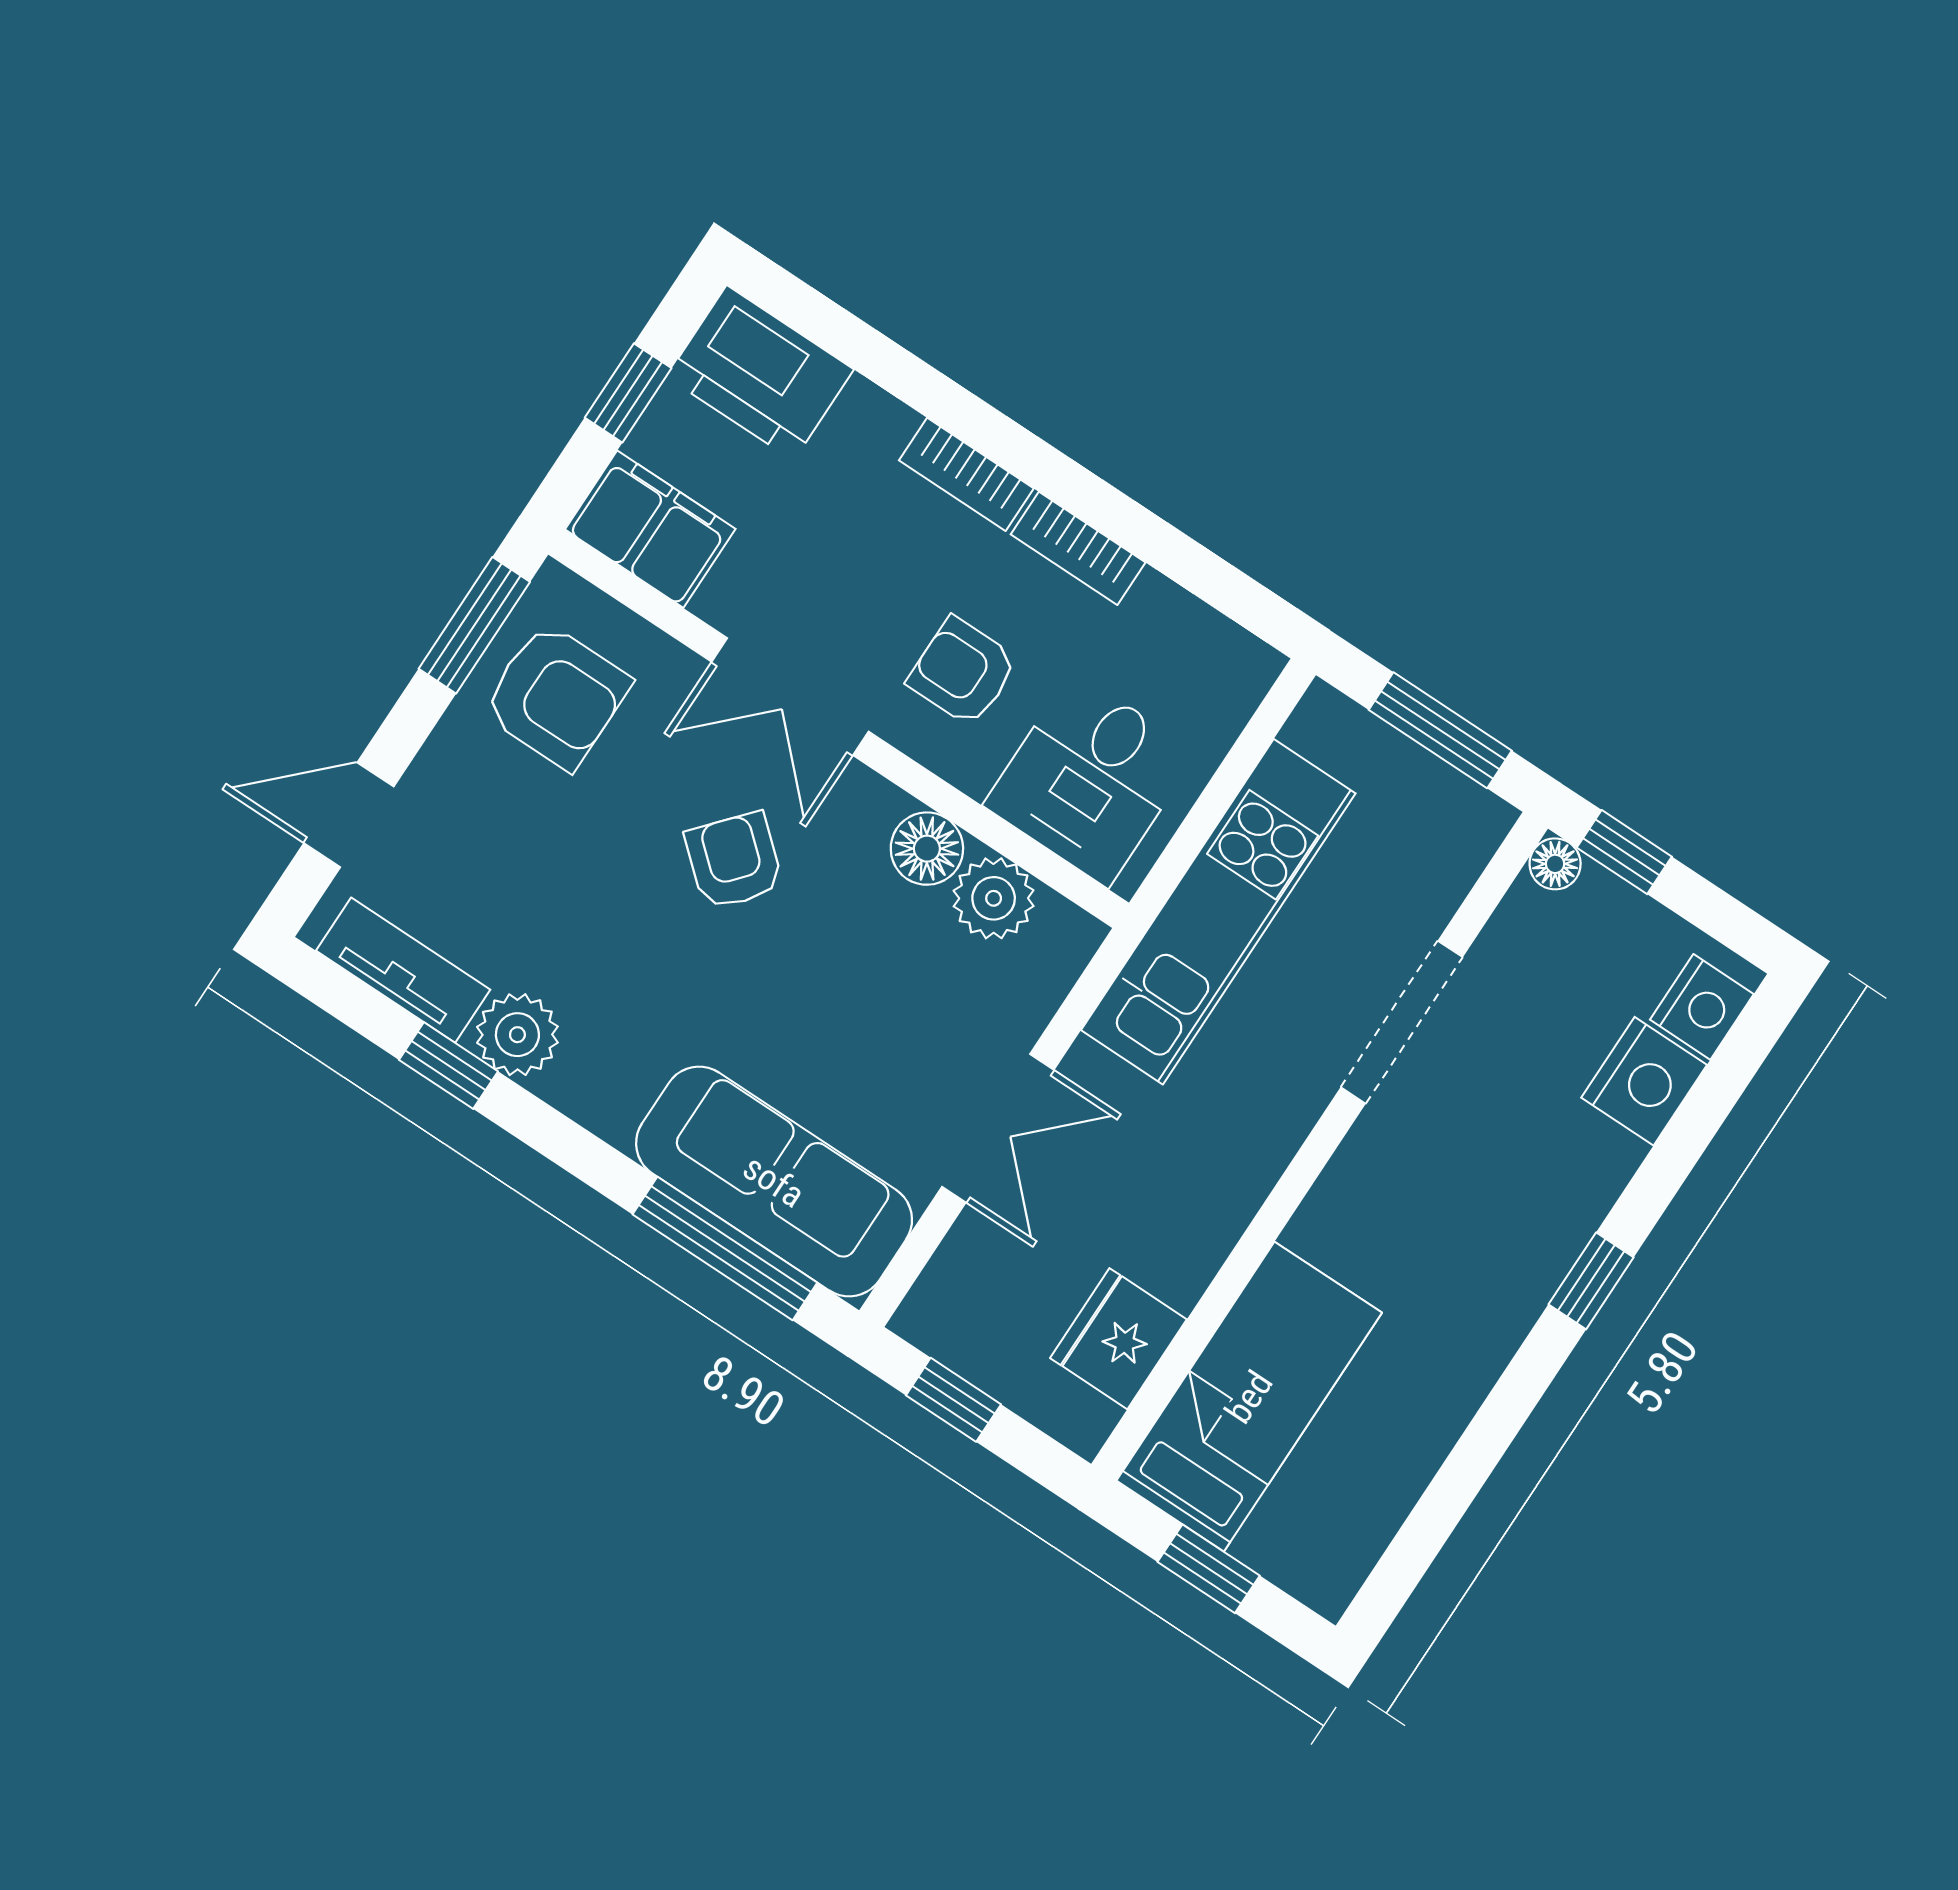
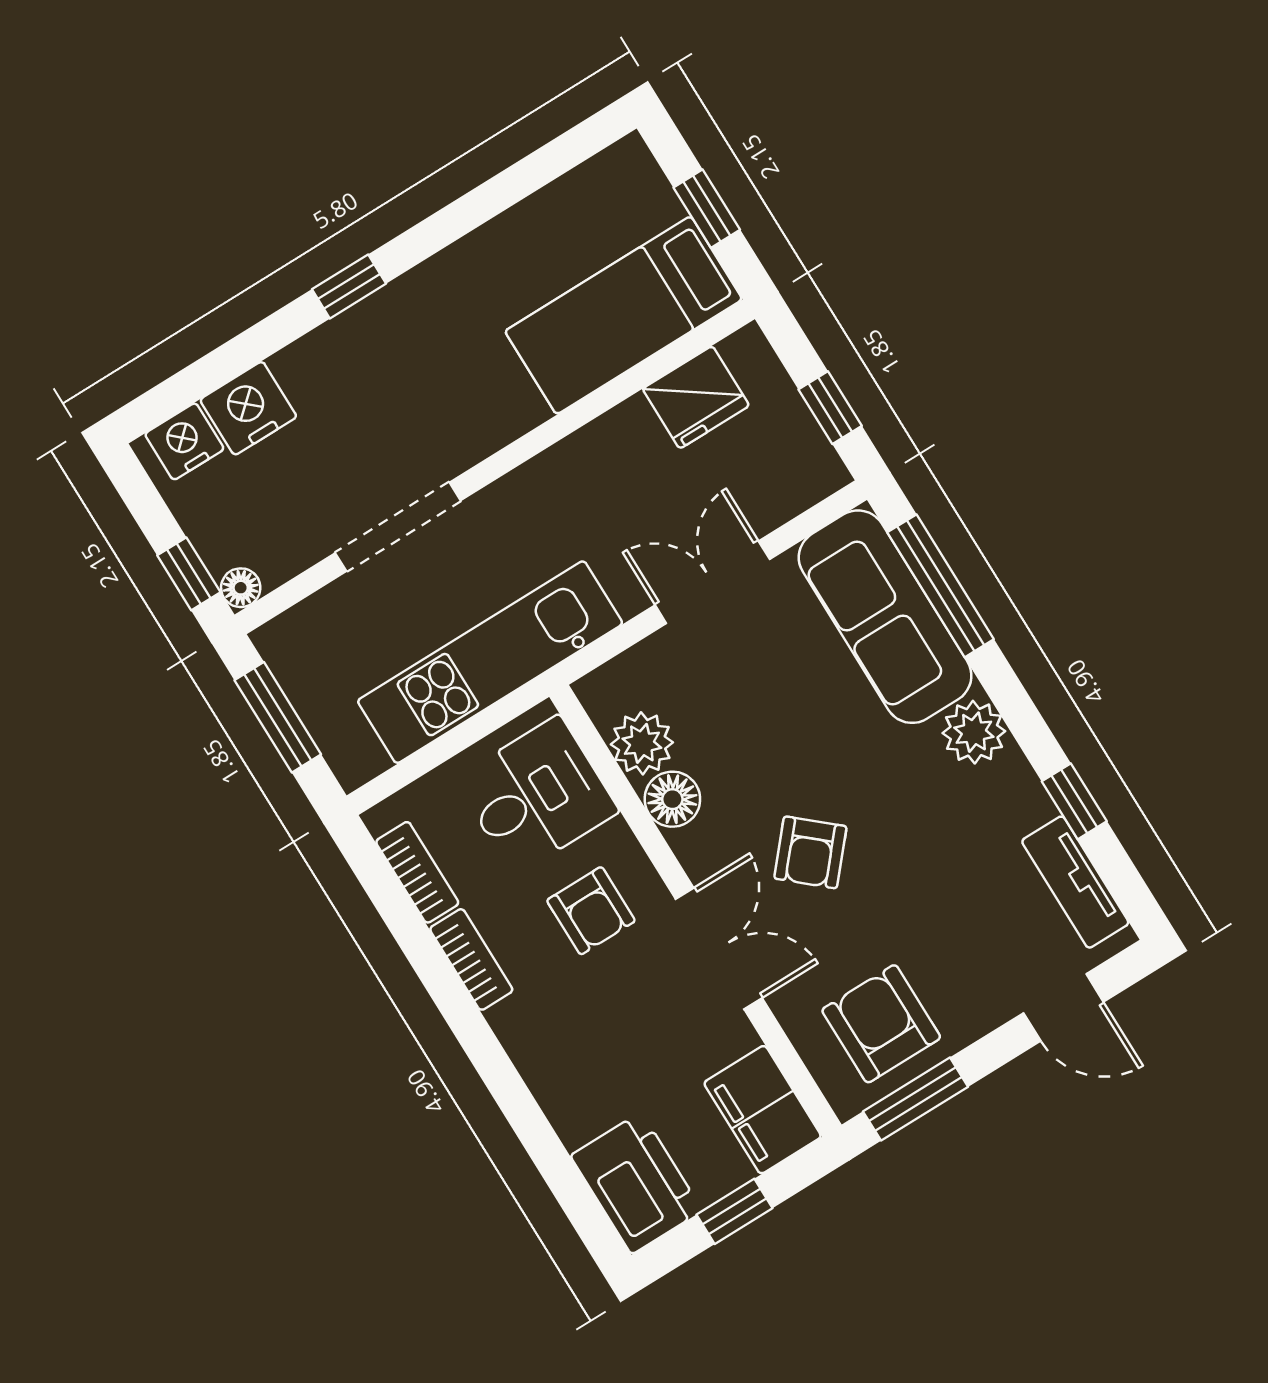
bookcase: (966, 474) -> (417, 872), moved
plant: (517, 1035) -> (974, 732), moved

